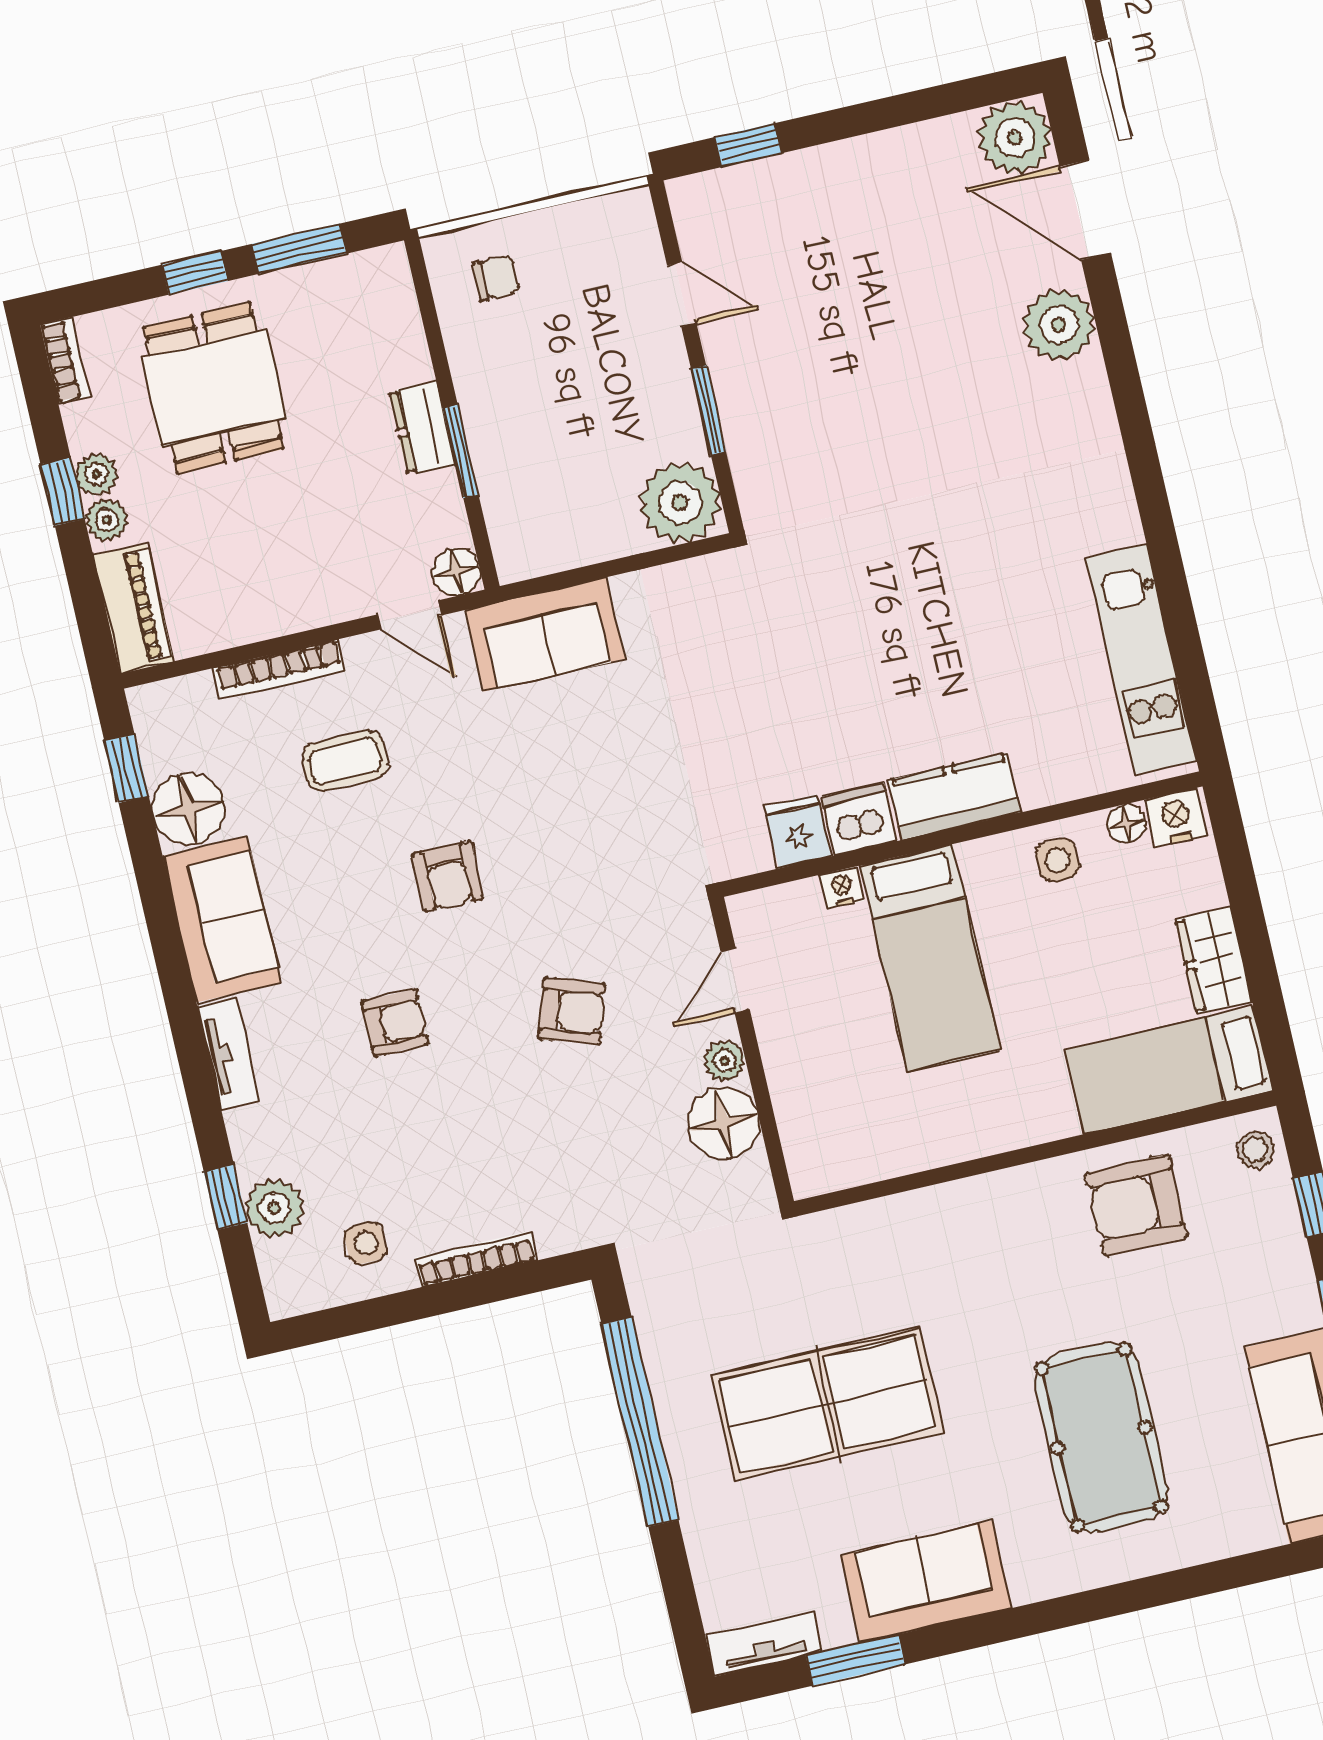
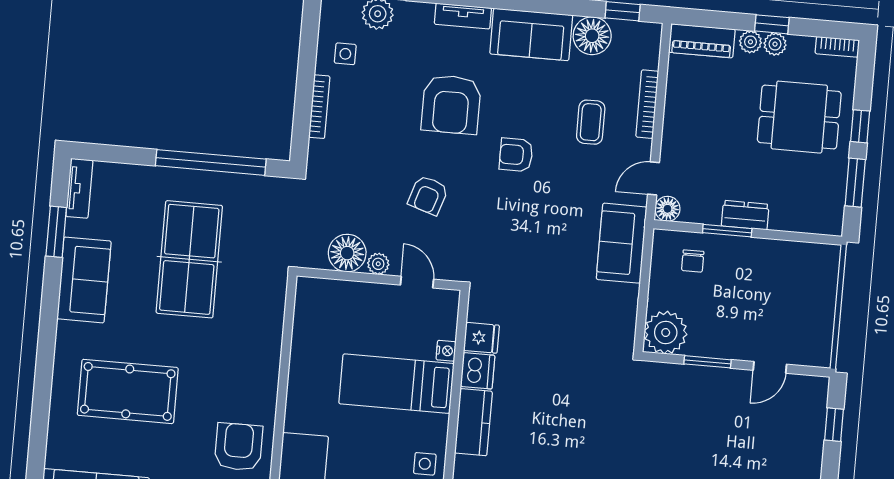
chair: (496, 278) -> (693, 261), moved
armchair: (395, 1023) -> (451, 104), width x1.88, depth x1.88

